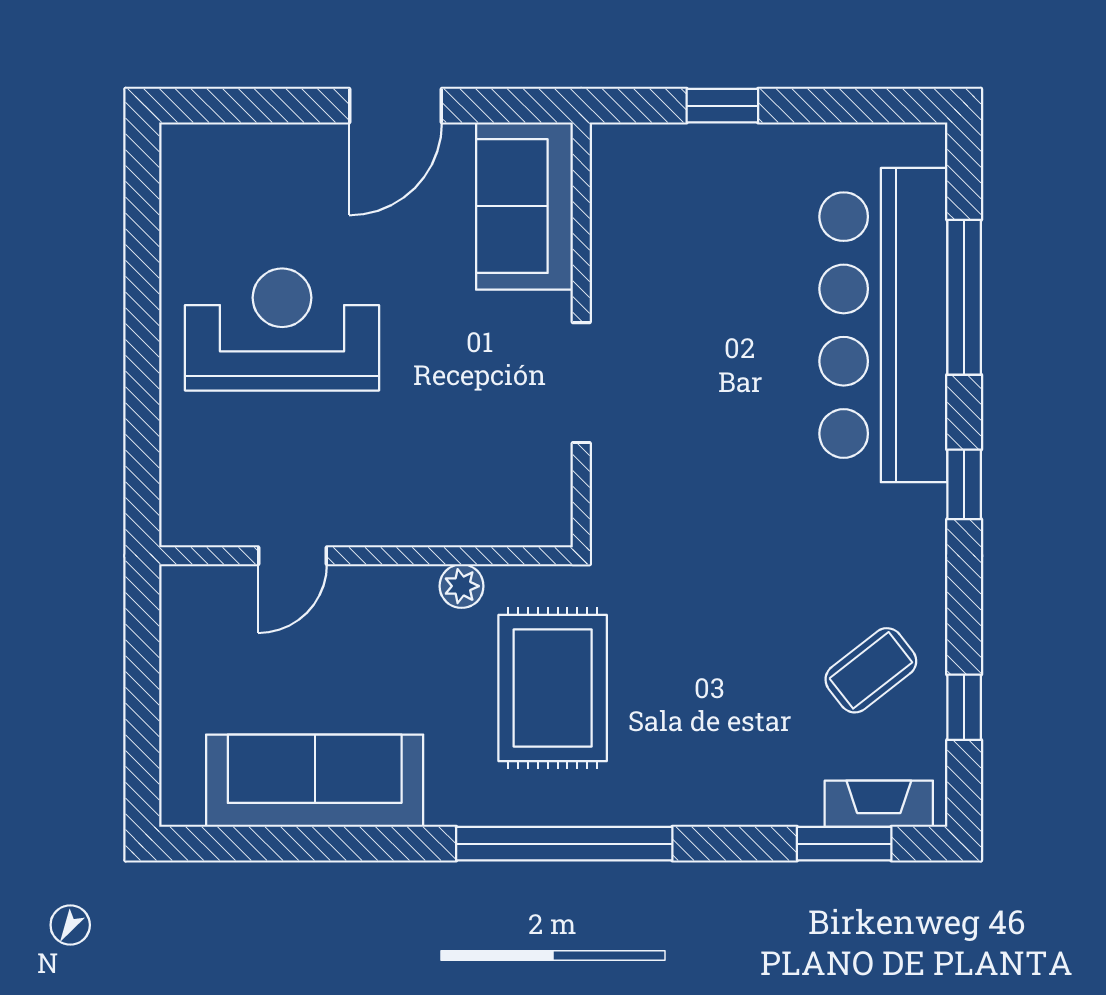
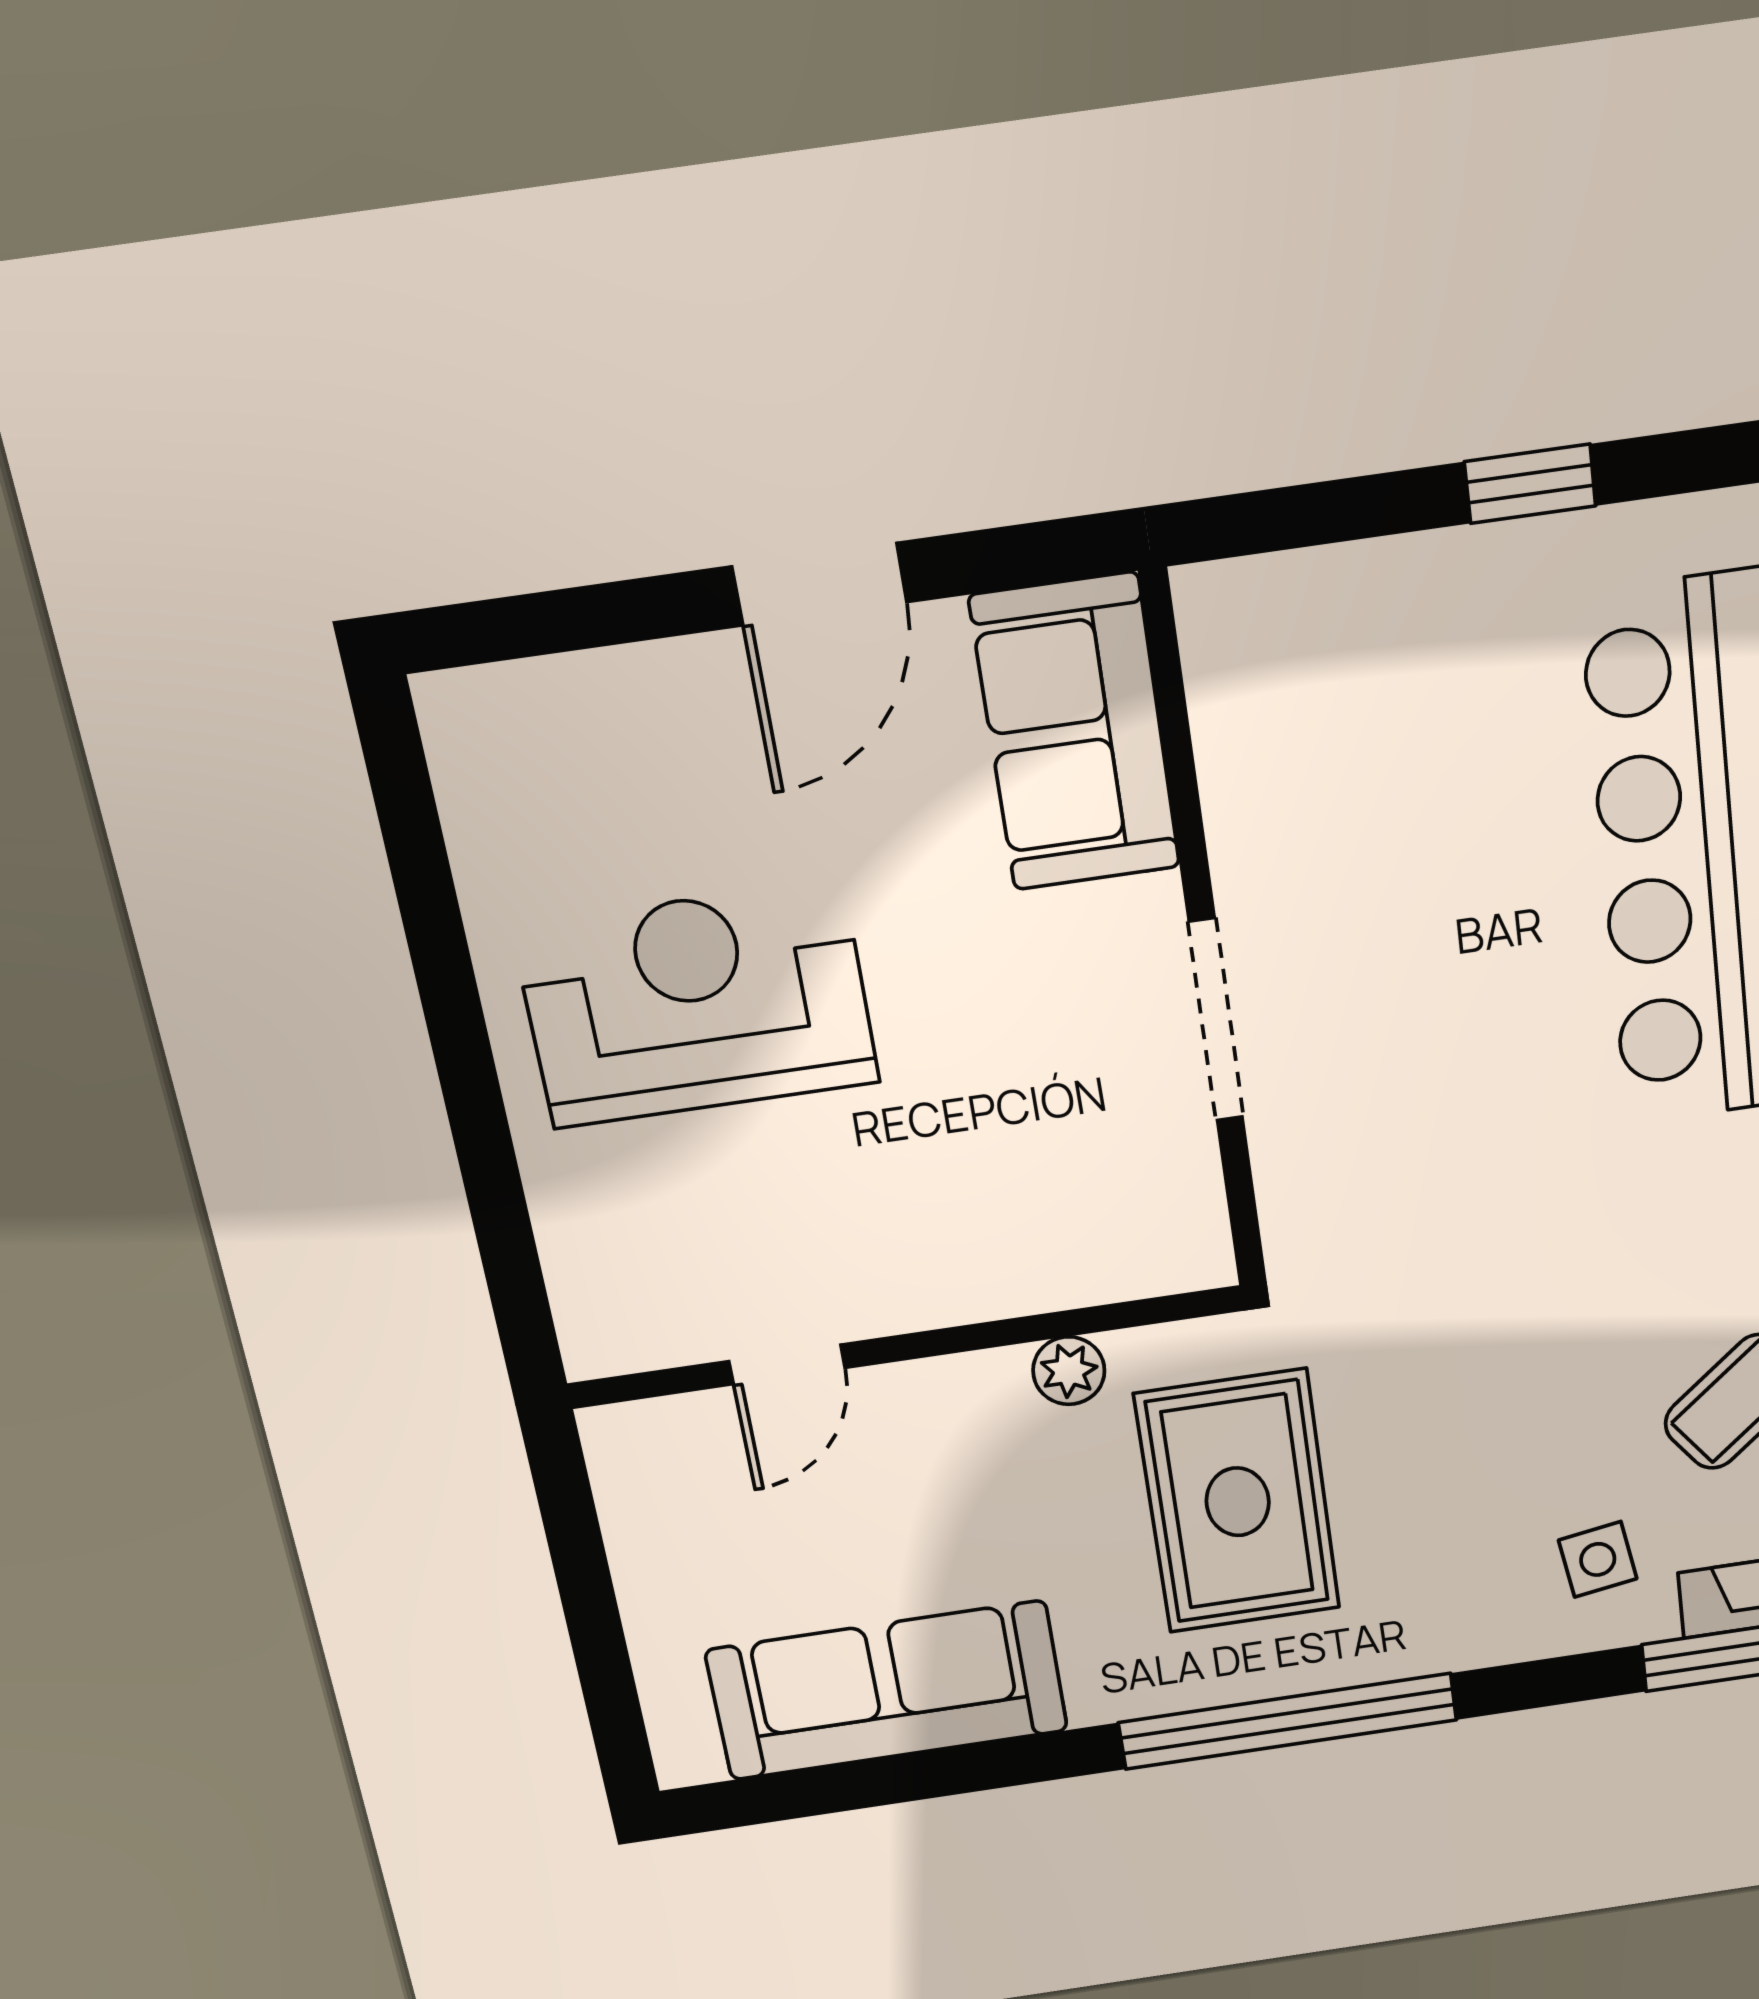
window: (722, 106) -> (1530, 484), moved
side table: (774, 763) -> (1598, 1559), added

